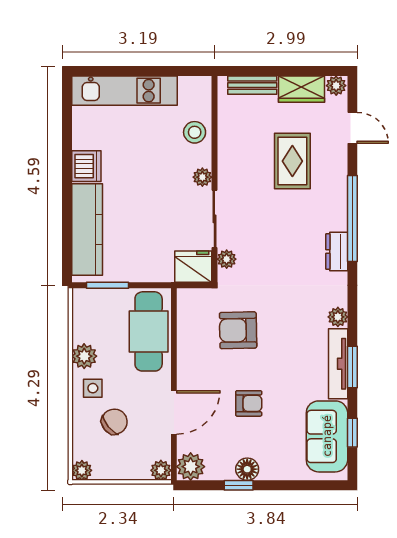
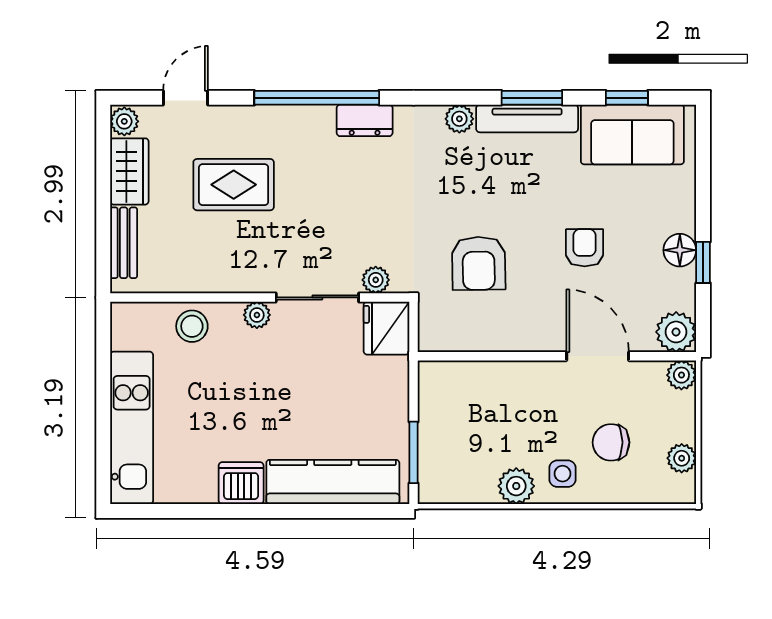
cafe table: (149, 331) -> (480, 393), removed
chair: (114, 422) -> (611, 442), turned -51
plant: (82, 470) -> (682, 458), moved

